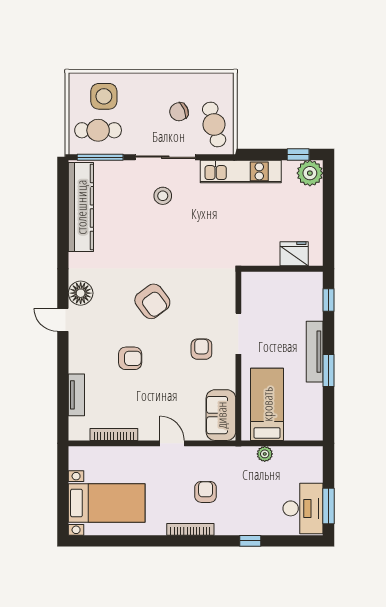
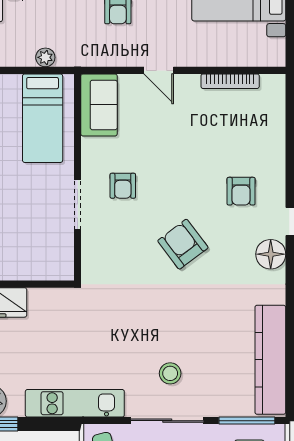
armchair: (130, 358) -> (241, 191), moved, turned -90
tv unit: (76, 395) -> (276, 130), removed

